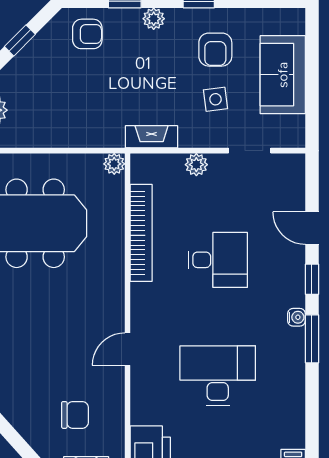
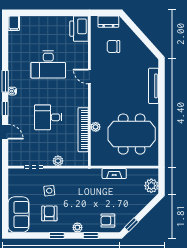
window: (20, 40) -> (131, 225), moved
sofa: (283, 75) -> (19, 215), moved
fireplace: (152, 137) -> (114, 174), moved
plant: (114, 164) -> (96, 127), moved
door: (127, 349) -> (89, 77), swing flipped

